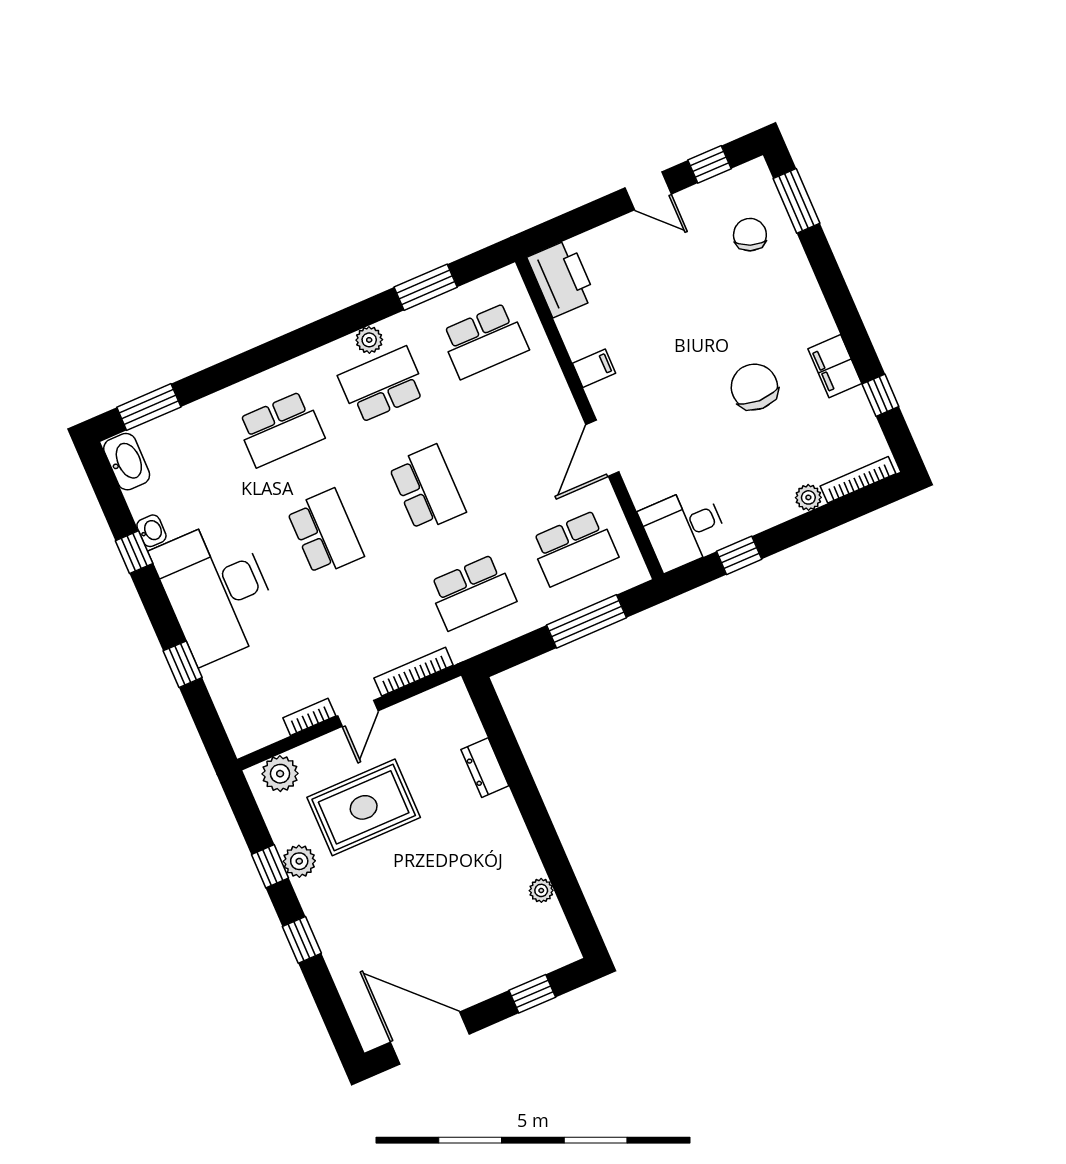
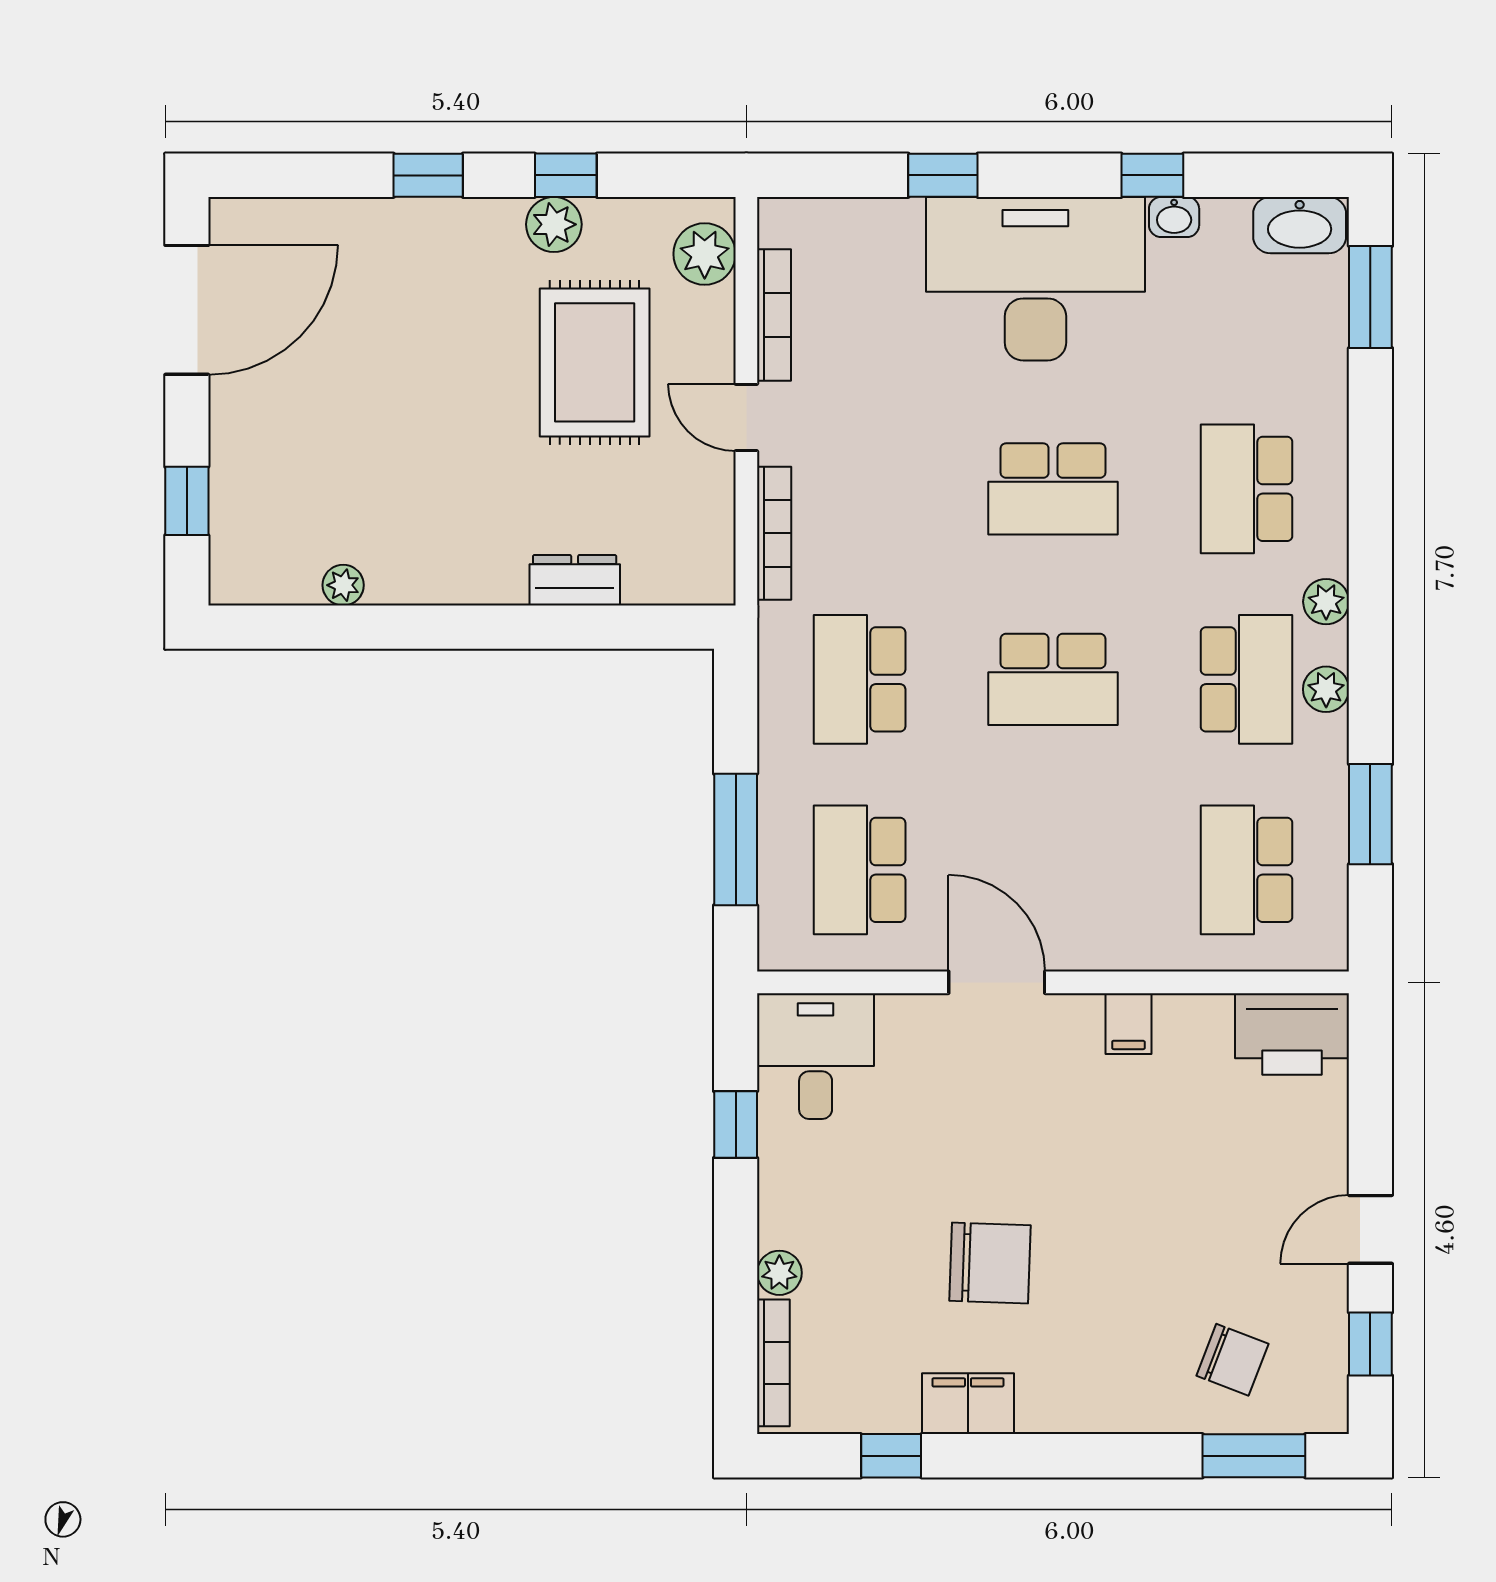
plant: (322, 360) -> (1326, 602), added
bookcase: (309, 717) -> (774, 315), width x1.56

